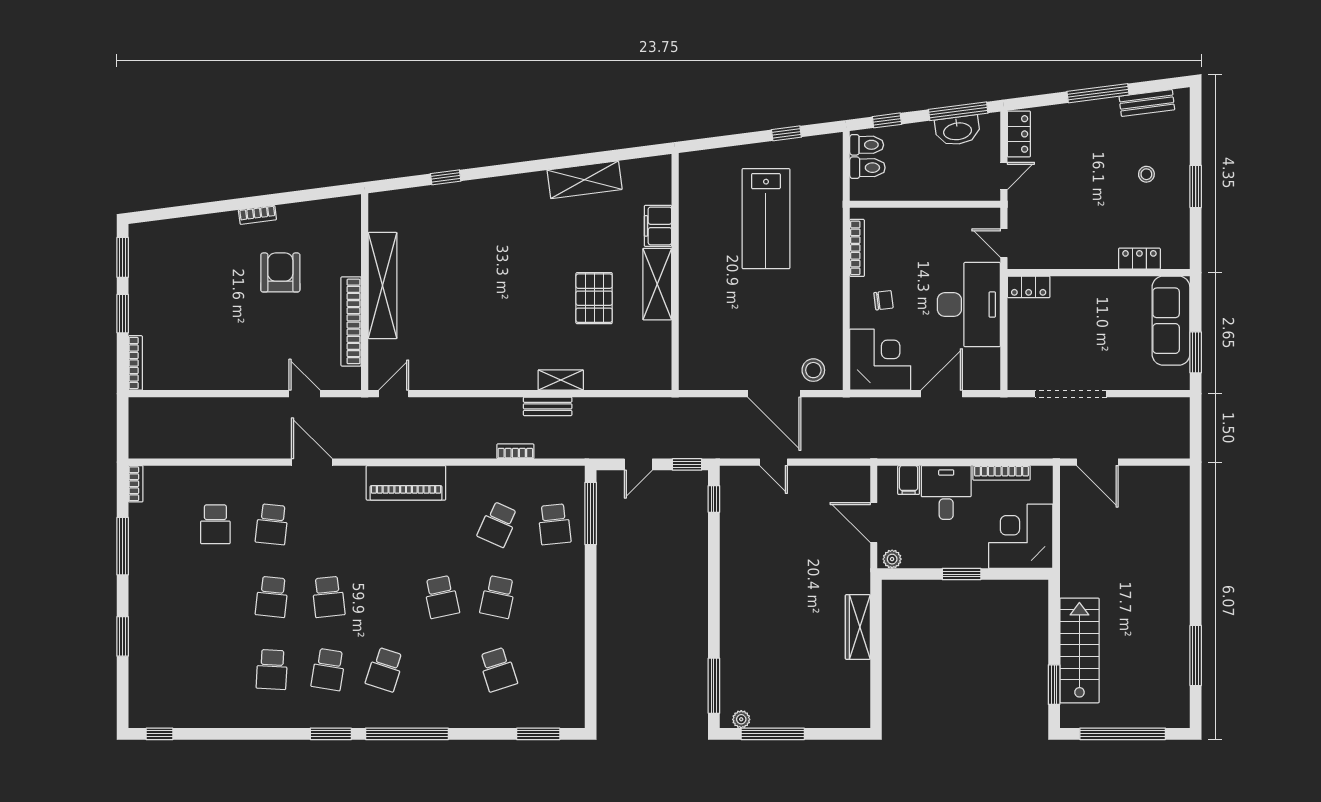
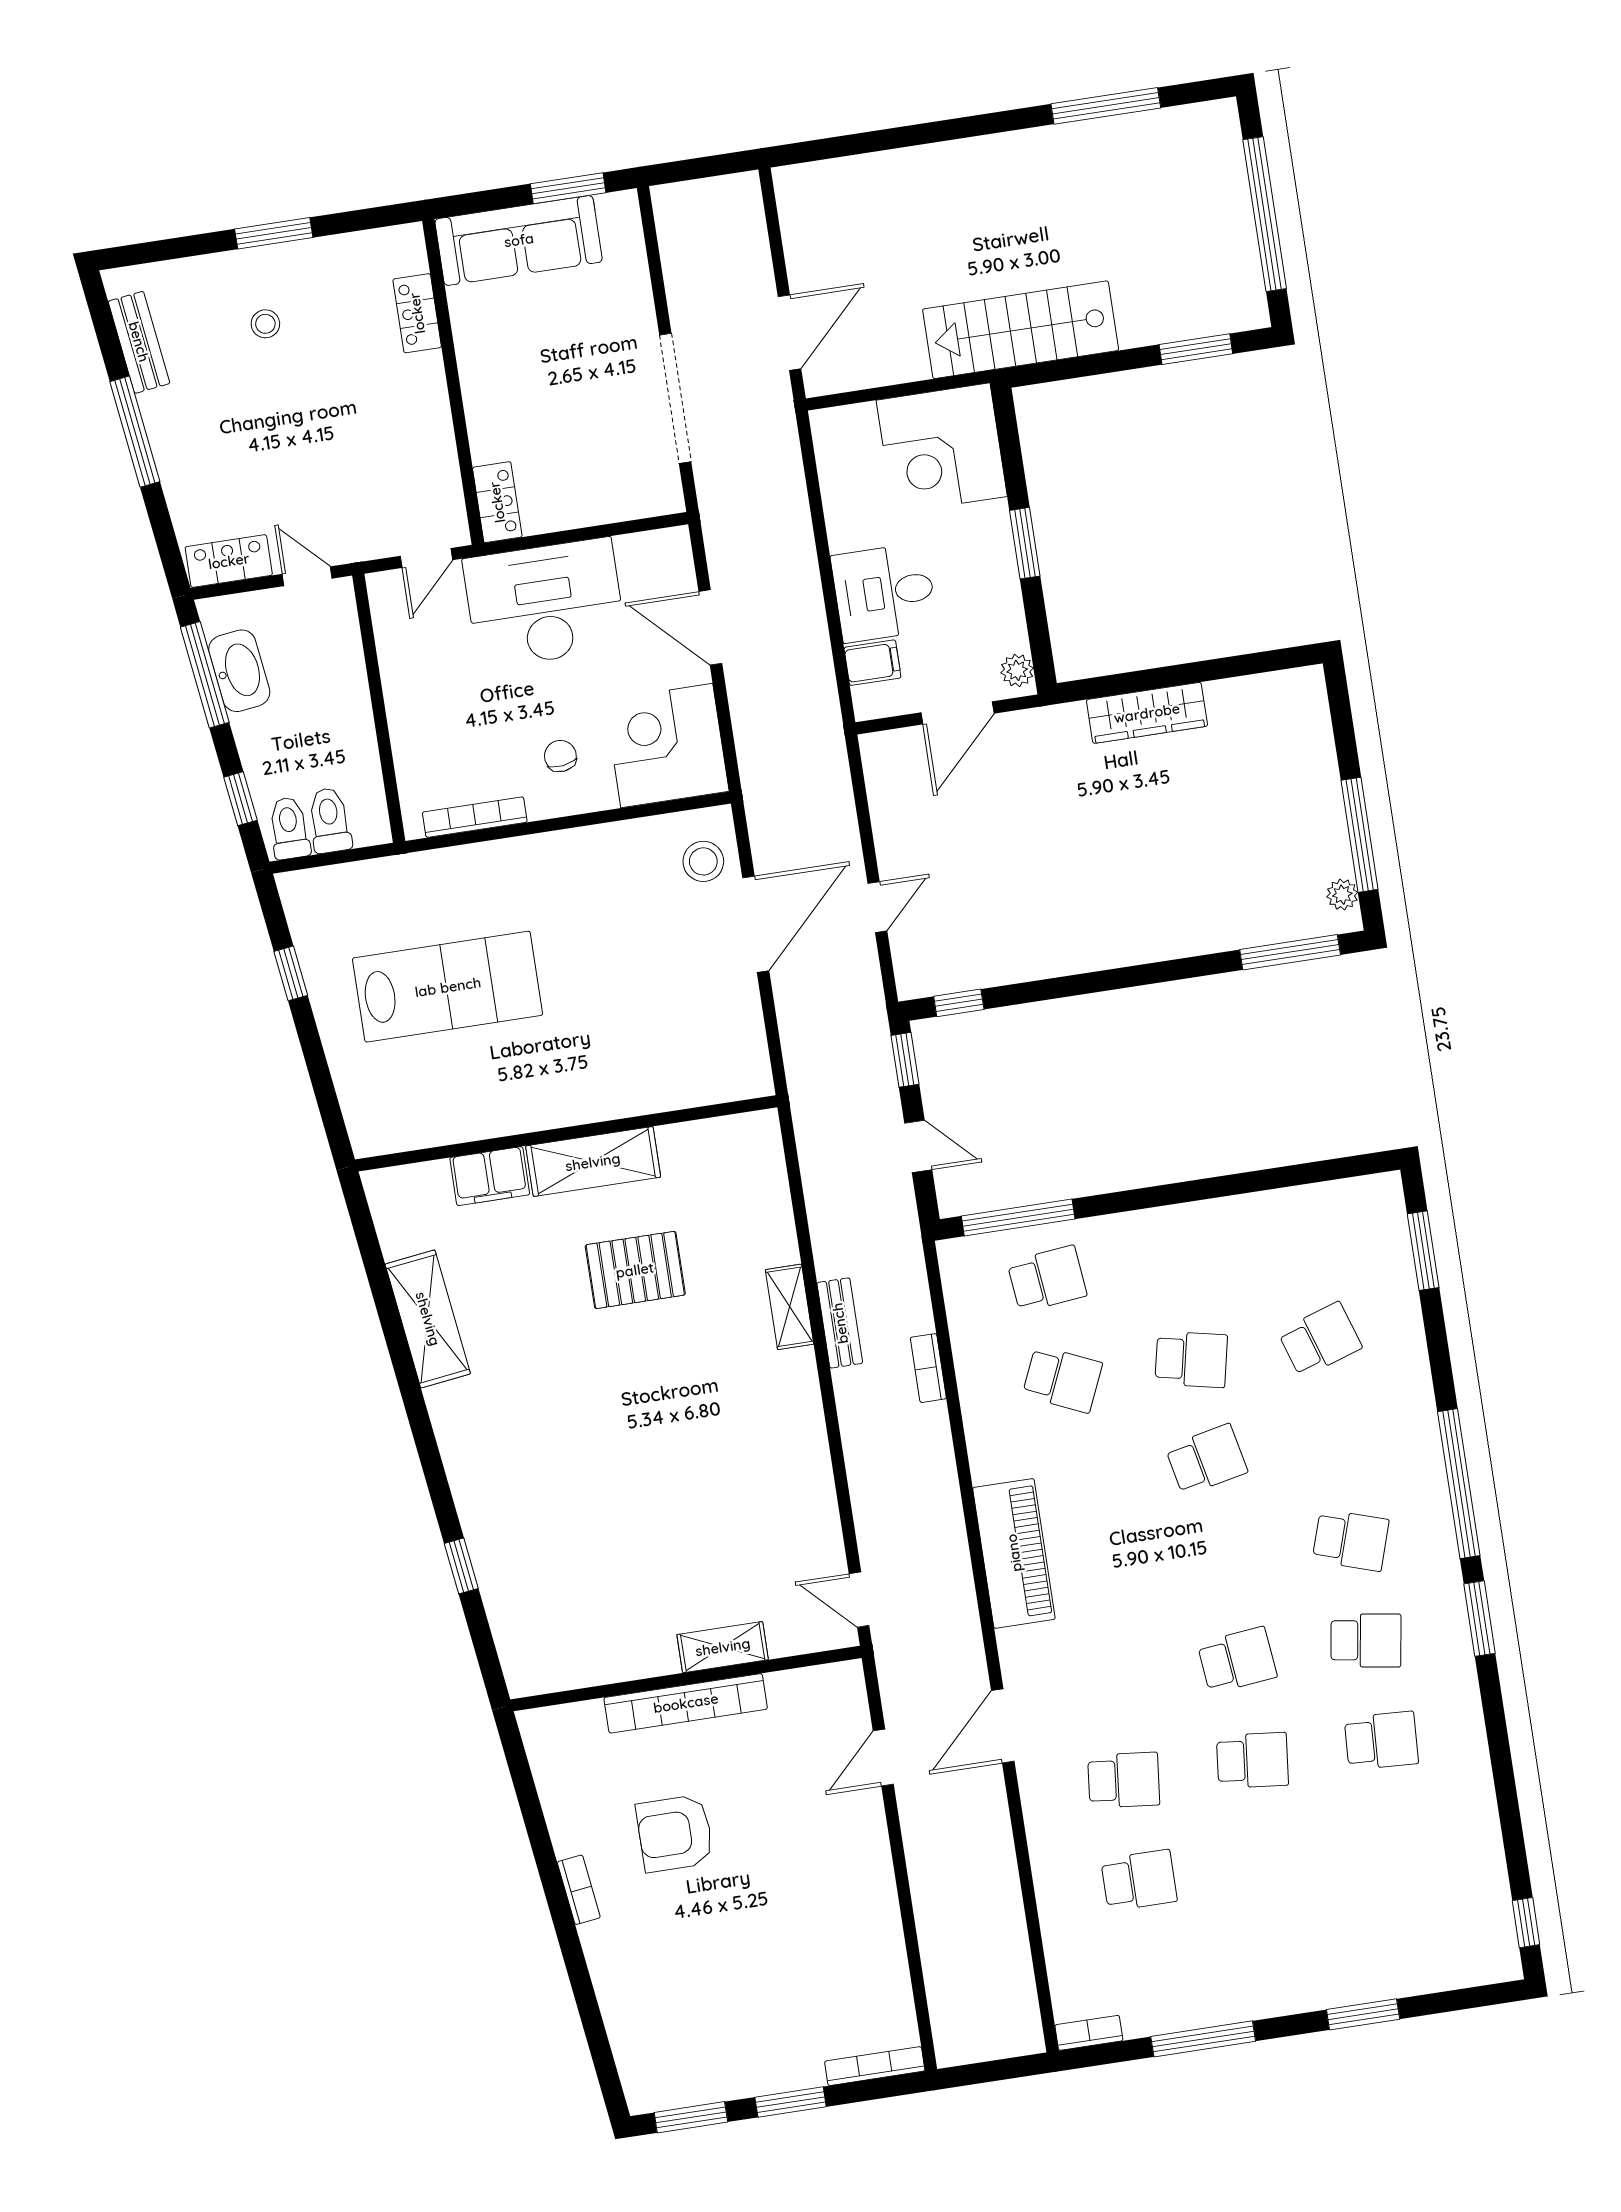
shelving: (383, 286) -> (723, 1647), width x0.45, depth x0.75
bookcase: (351, 321) -> (686, 1703), moved
bookcase: (1002, 473) -> (835, 500), removed
stairs: (1079, 650) -> (1021, 330), moved

